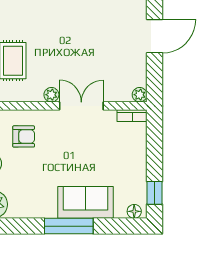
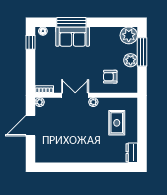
door: (155, 36) -> (31, 126), moved
double door: (81, 106) -> (75, 95), swing flipped
window: (69, 226) -> (71, 22), moved

